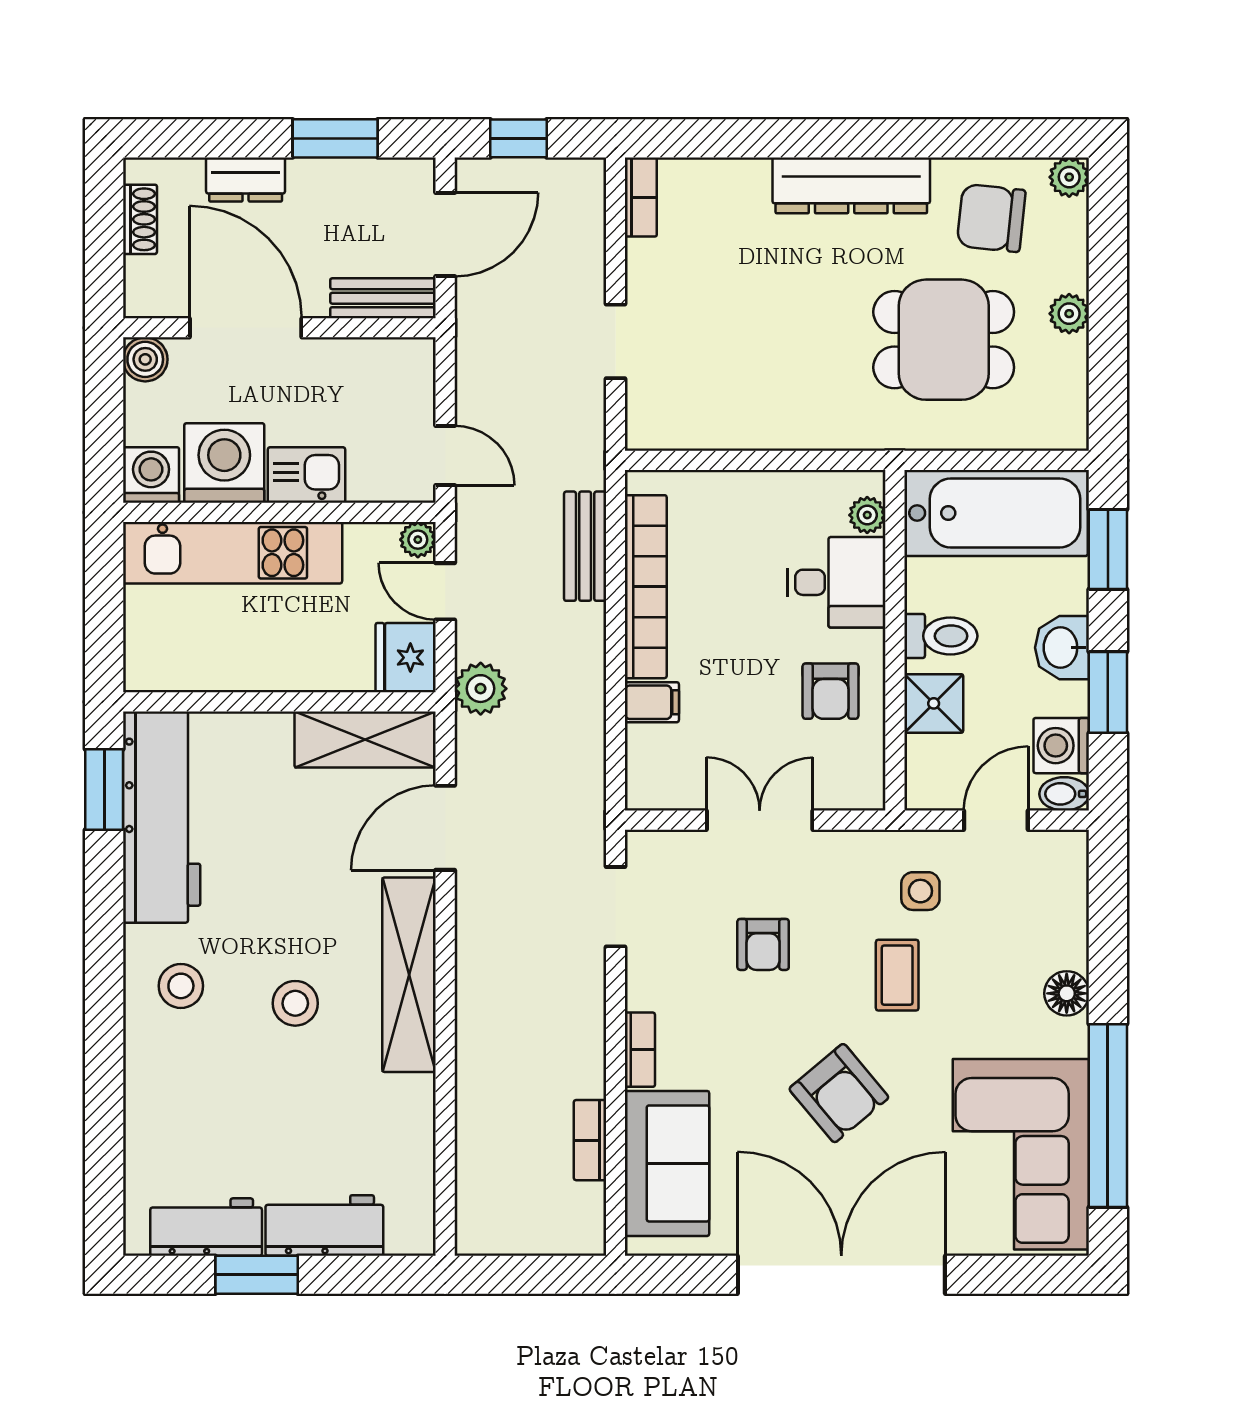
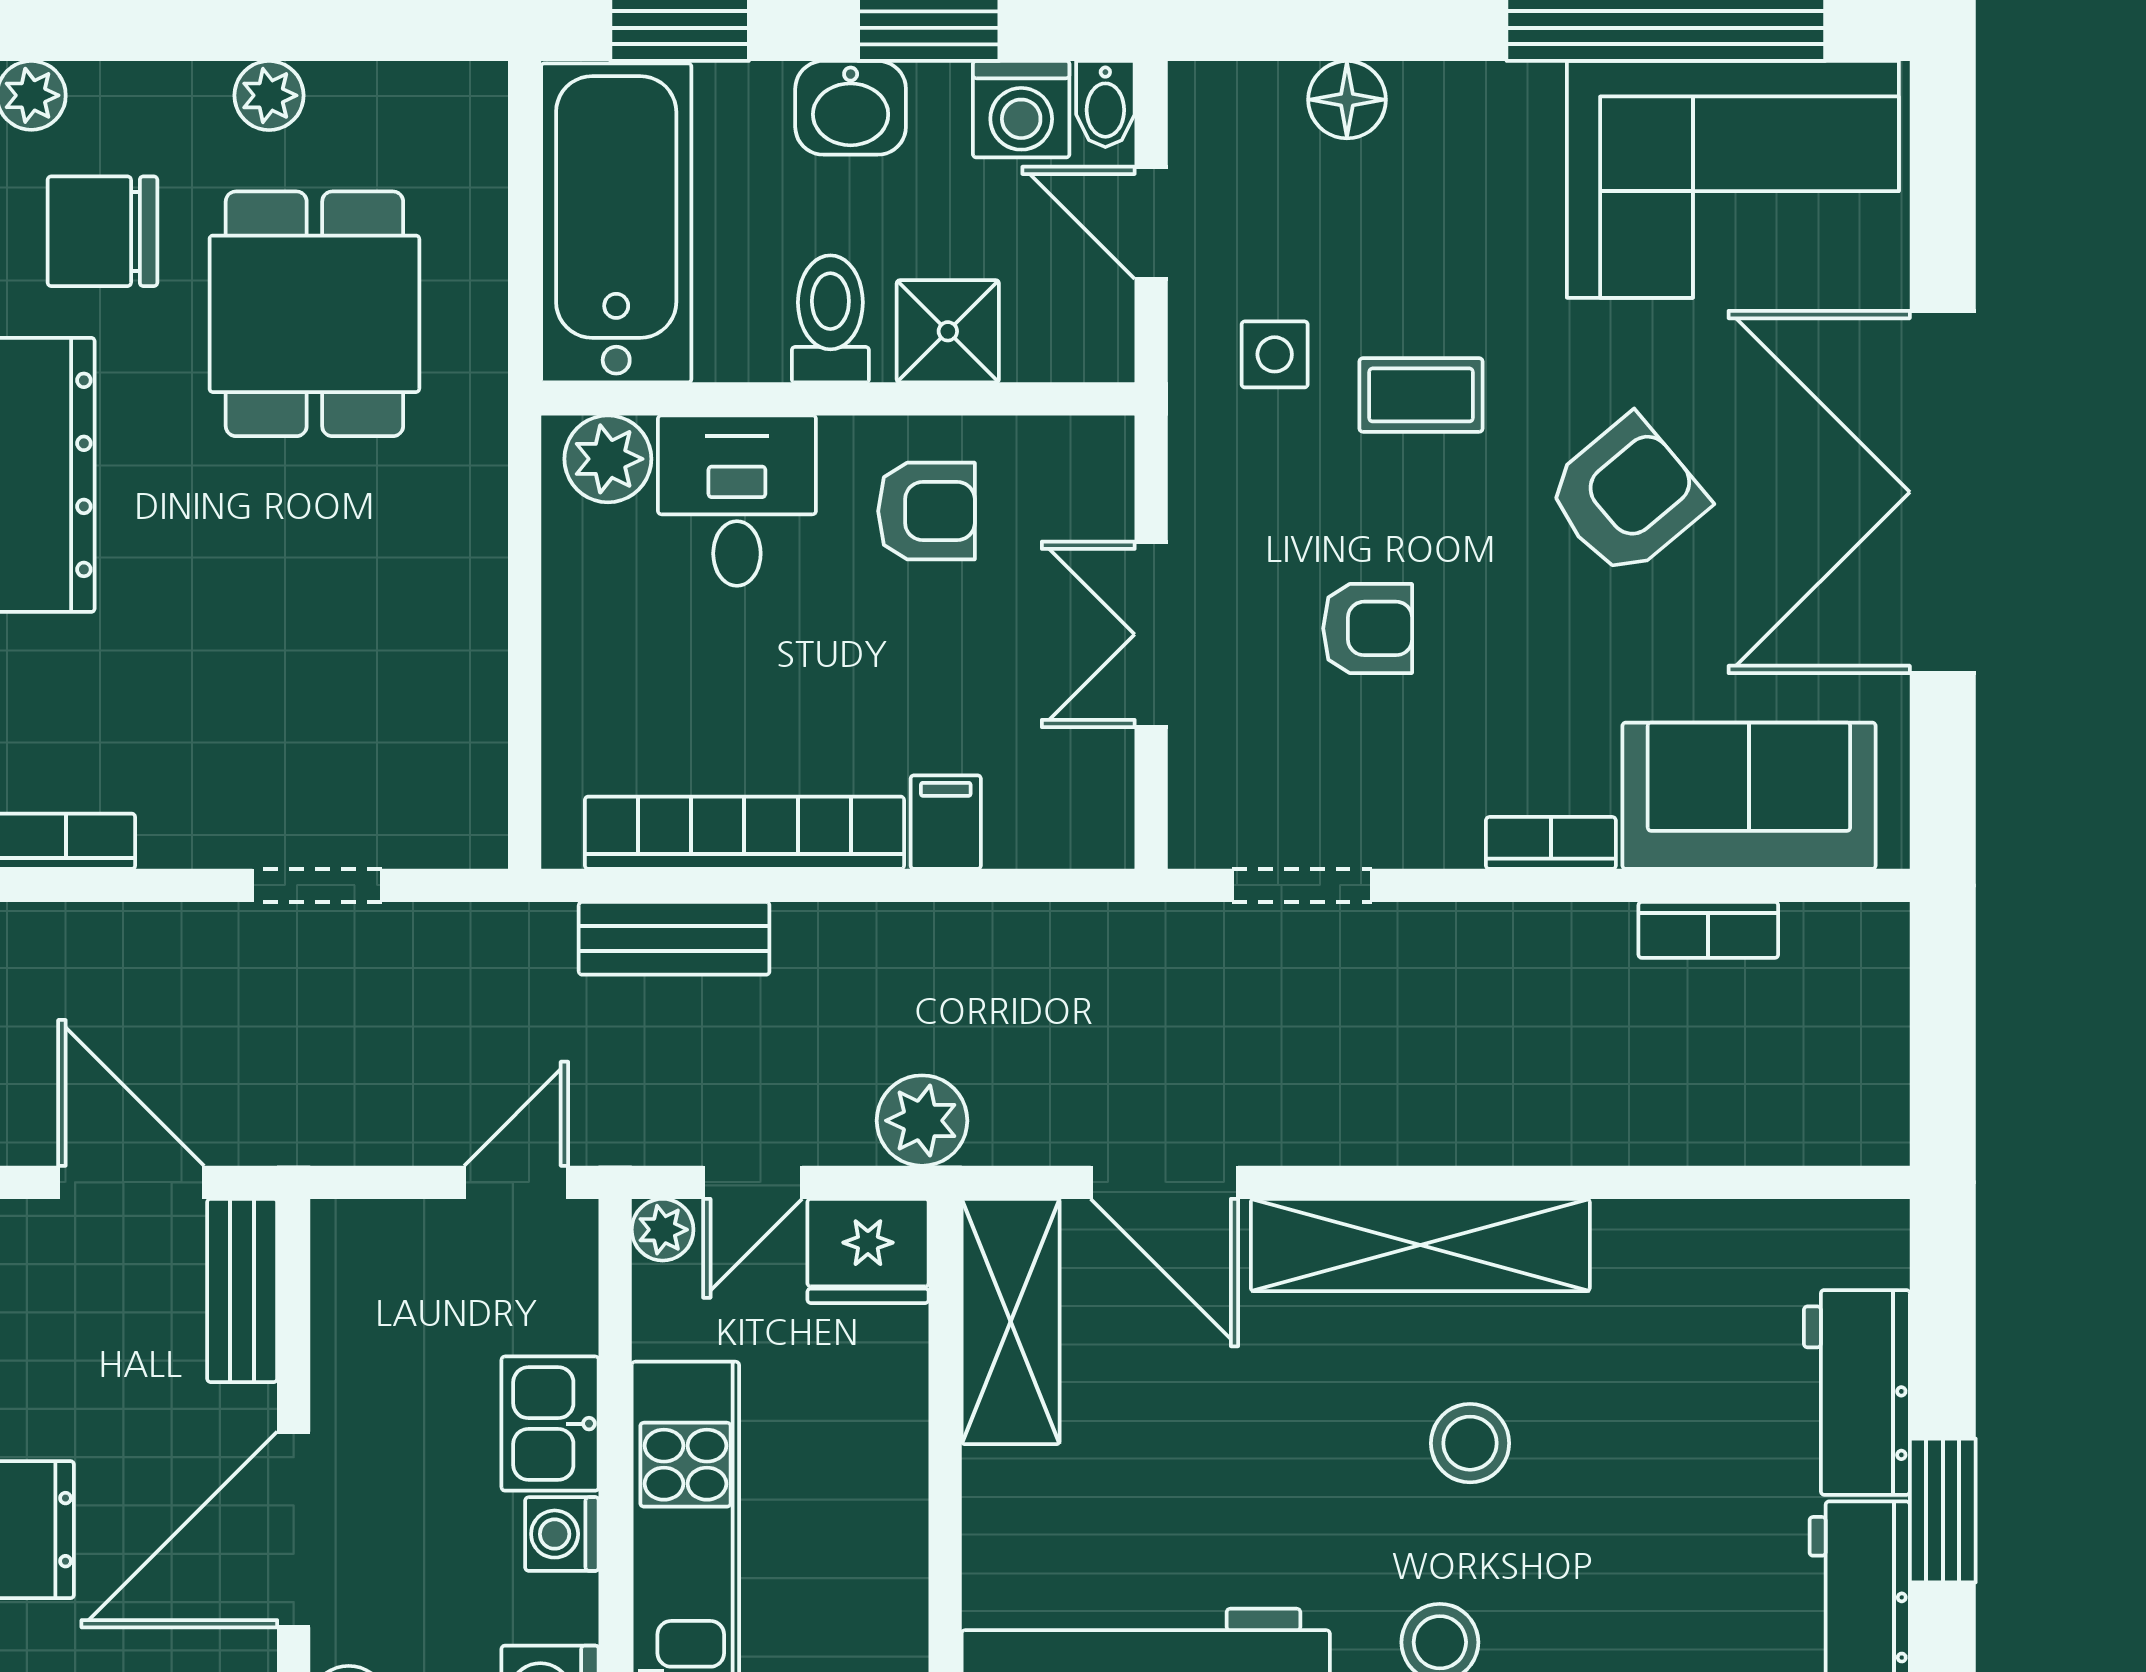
chair: (991, 218) -> (103, 231), turned 84
washing machine: (224, 463) -> (562, 1534), width x0.53, depth x0.53
plant: (867, 515) -> (608, 459), width x1.38, depth x1.38
floor lamp: (1067, 993) -> (1347, 100), moved

